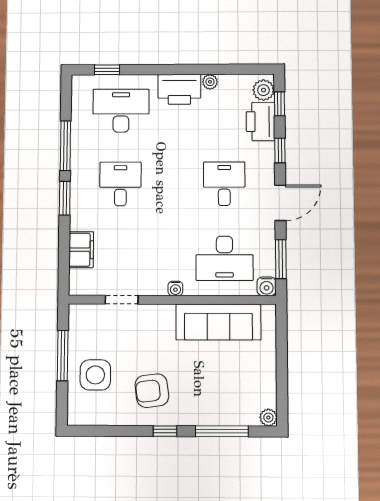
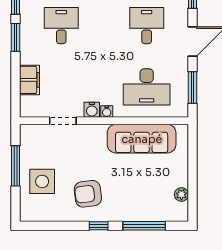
water cooler: (266, 286) -> (92, 110), moved
plant: (268, 418) -> (181, 194), moved

